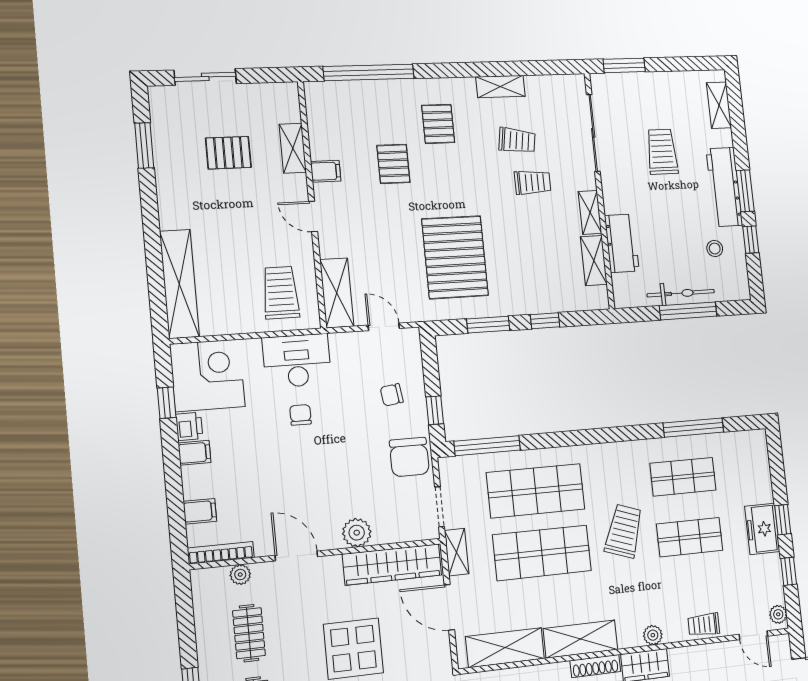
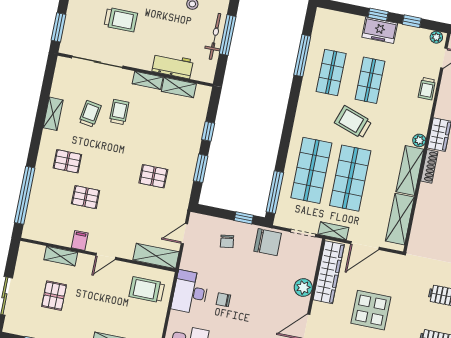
trolley: (662, 152) -> (121, 20), turned 180
pallet: (455, 257) -> (153, 176), width x0.49, depth x0.50
plant: (653, 635) -> (419, 140), moved

